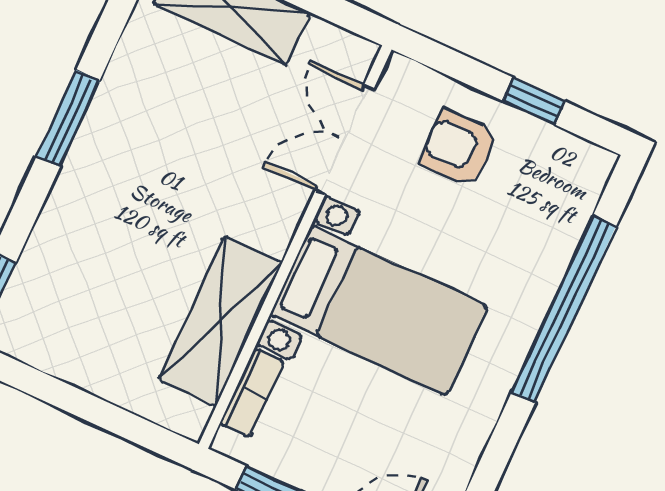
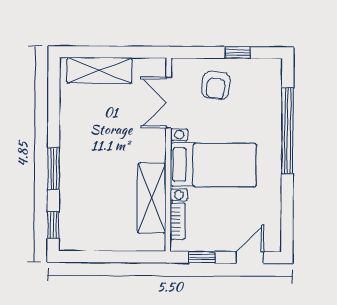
window: (68, 118) -> (54, 169), moved
armchair: (459, 148) -> (216, 85), turned -83

